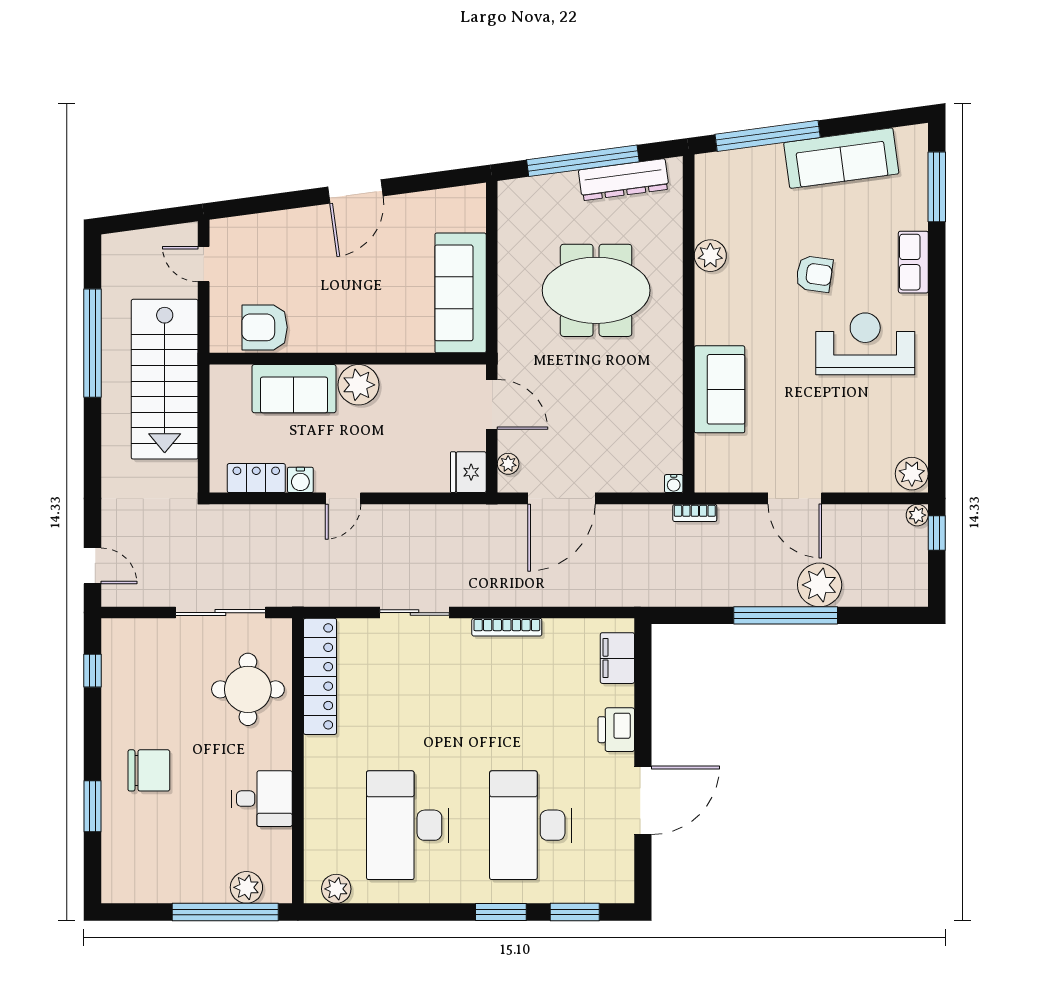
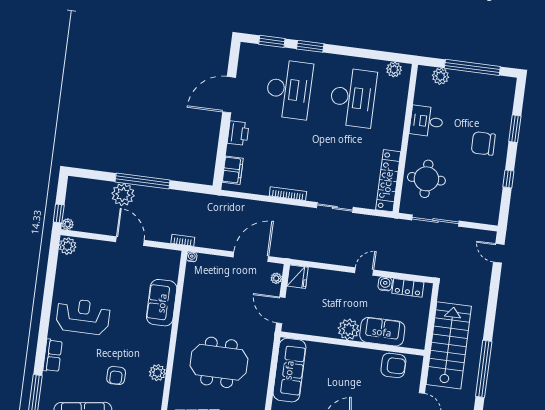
armchair: (814, 274) -> (116, 375), moved, turned -98
reception desk: (865, 344) -> (83, 316), turned 180
window: (92, 671) -> (508, 179), moved
window: (225, 912) -> (472, 67), moved

